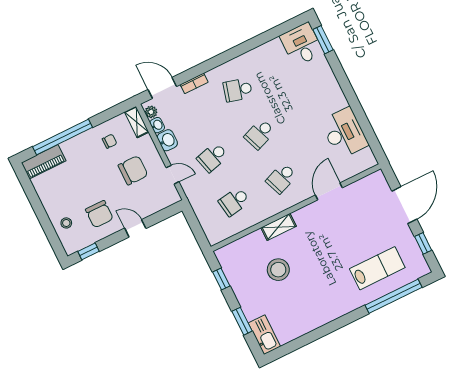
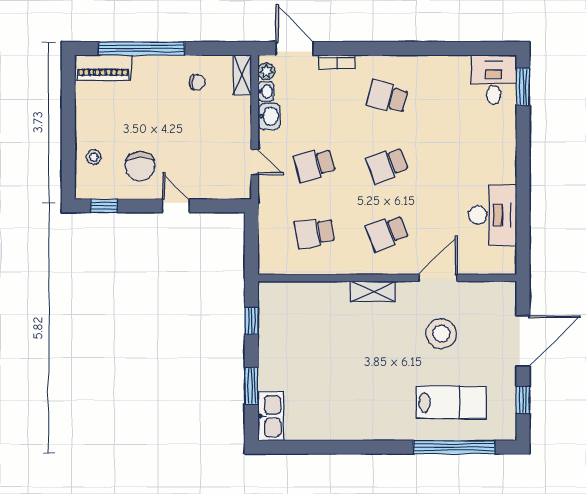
chair: (133, 170) -> (208, 133), removed
shelving: (279, 227) -> (373, 291), moved
stool: (278, 270) -> (441, 334), moved

